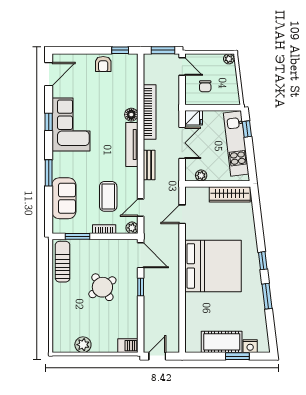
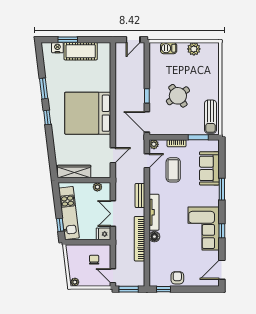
barbecue: (128, 346) -> (169, 48), moved

